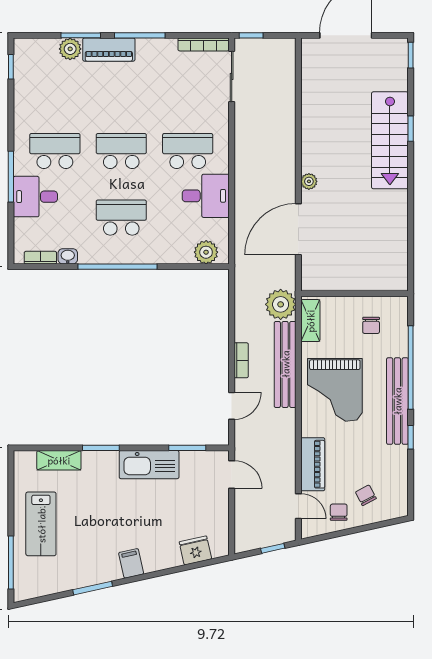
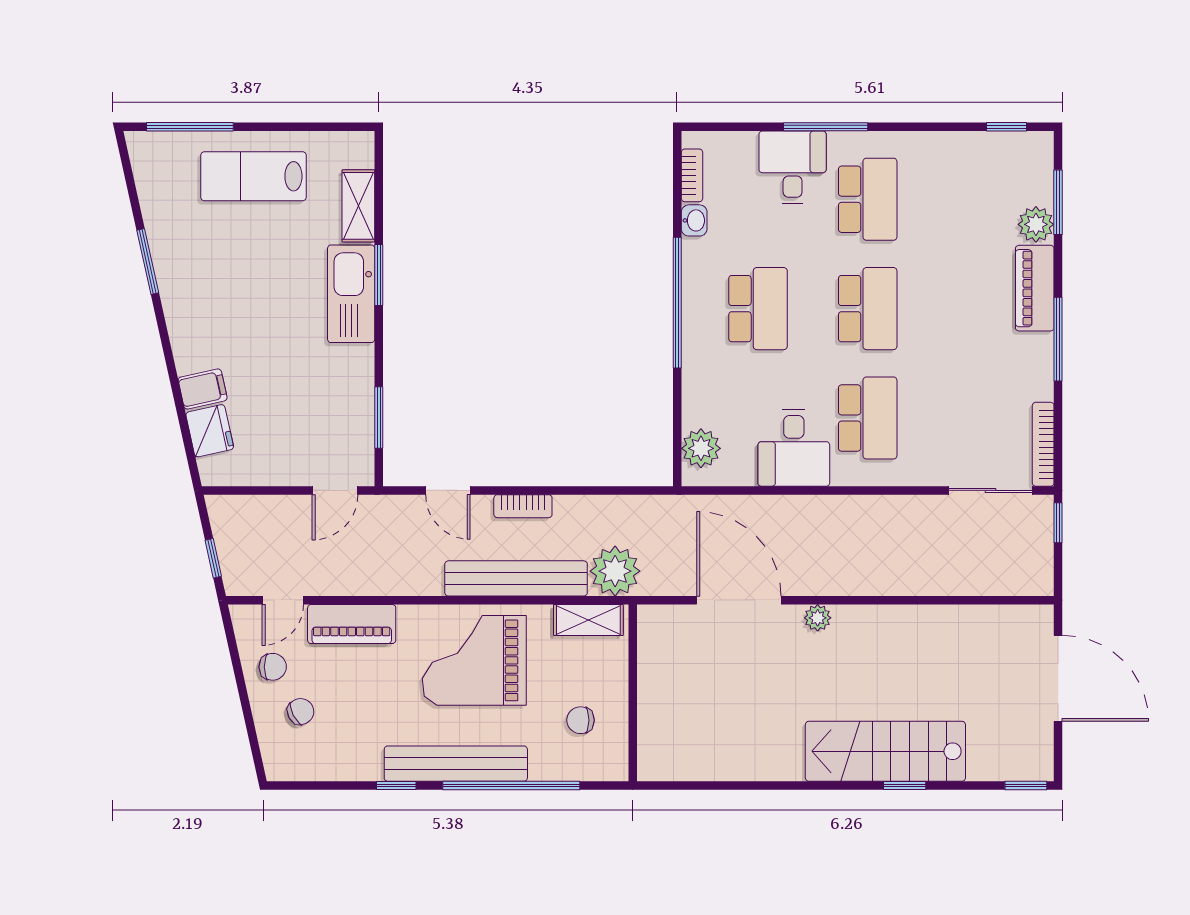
window: (81, 35) -> (1058, 202), moved
kitchen sink: (149, 465) -> (351, 294), moved
filing cabinet: (131, 563) -> (203, 389), moved

